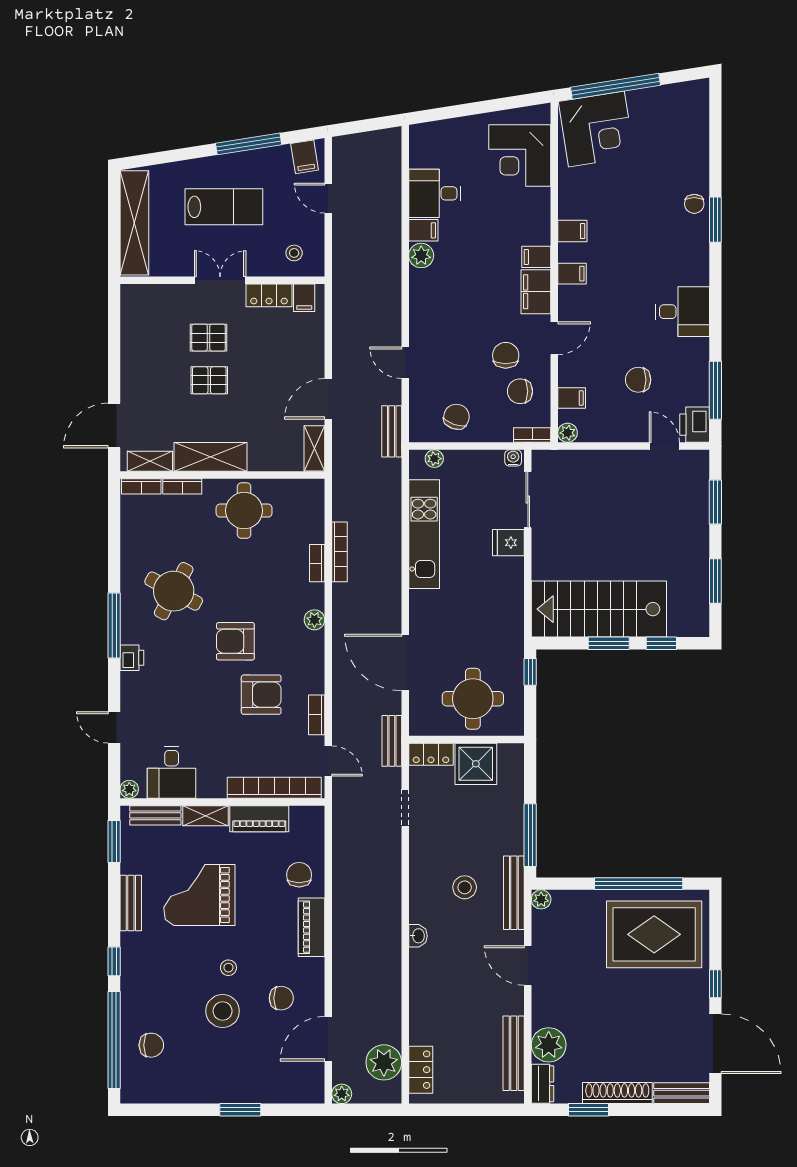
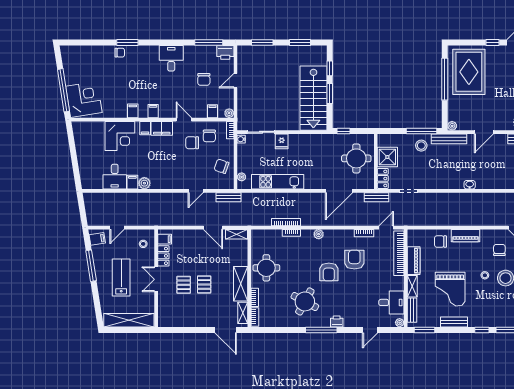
corner desk: (520, 155) -> (120, 136), moved
door: (664, 446) -> (236, 81), moved
stool: (465, 887) -> (421, 146), moved

